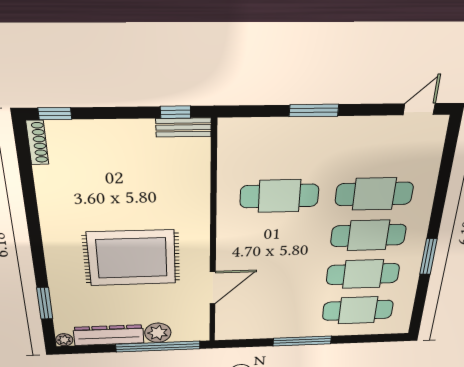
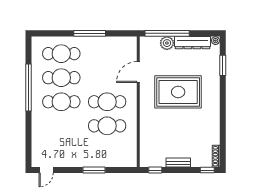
bench: (184, 127) -> (178, 163), moved
cafe table: (374, 194) -> (107, 102), moved
window: (428, 257) -> (28, 88), width x2.11

